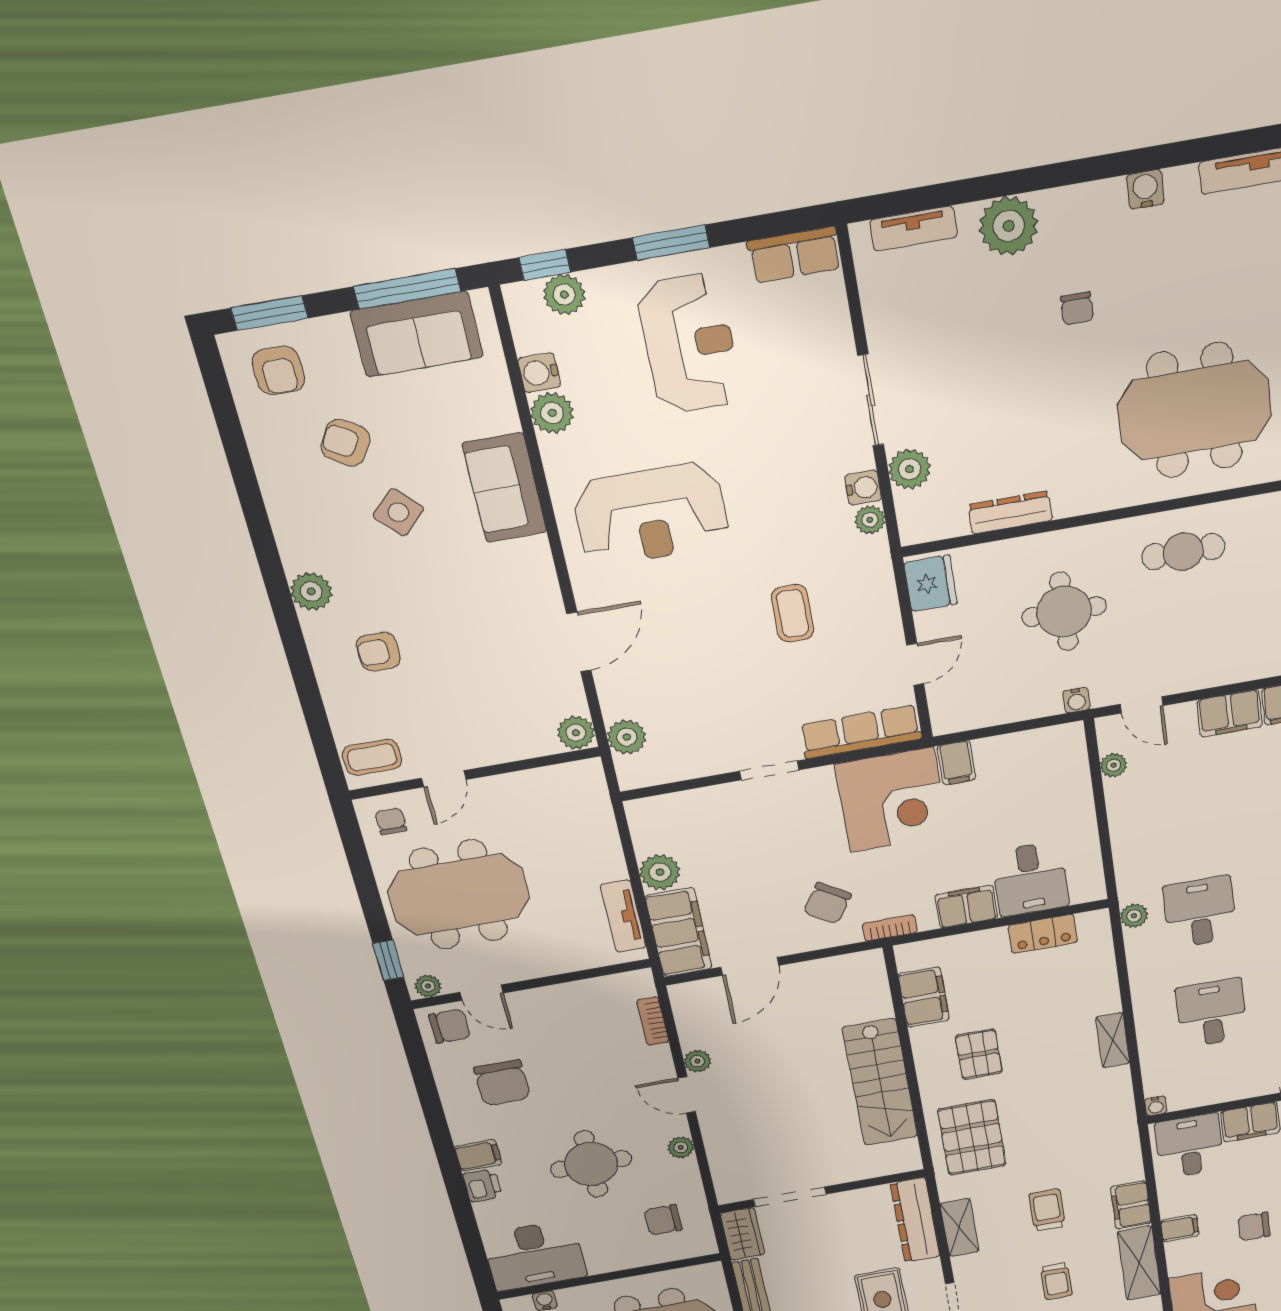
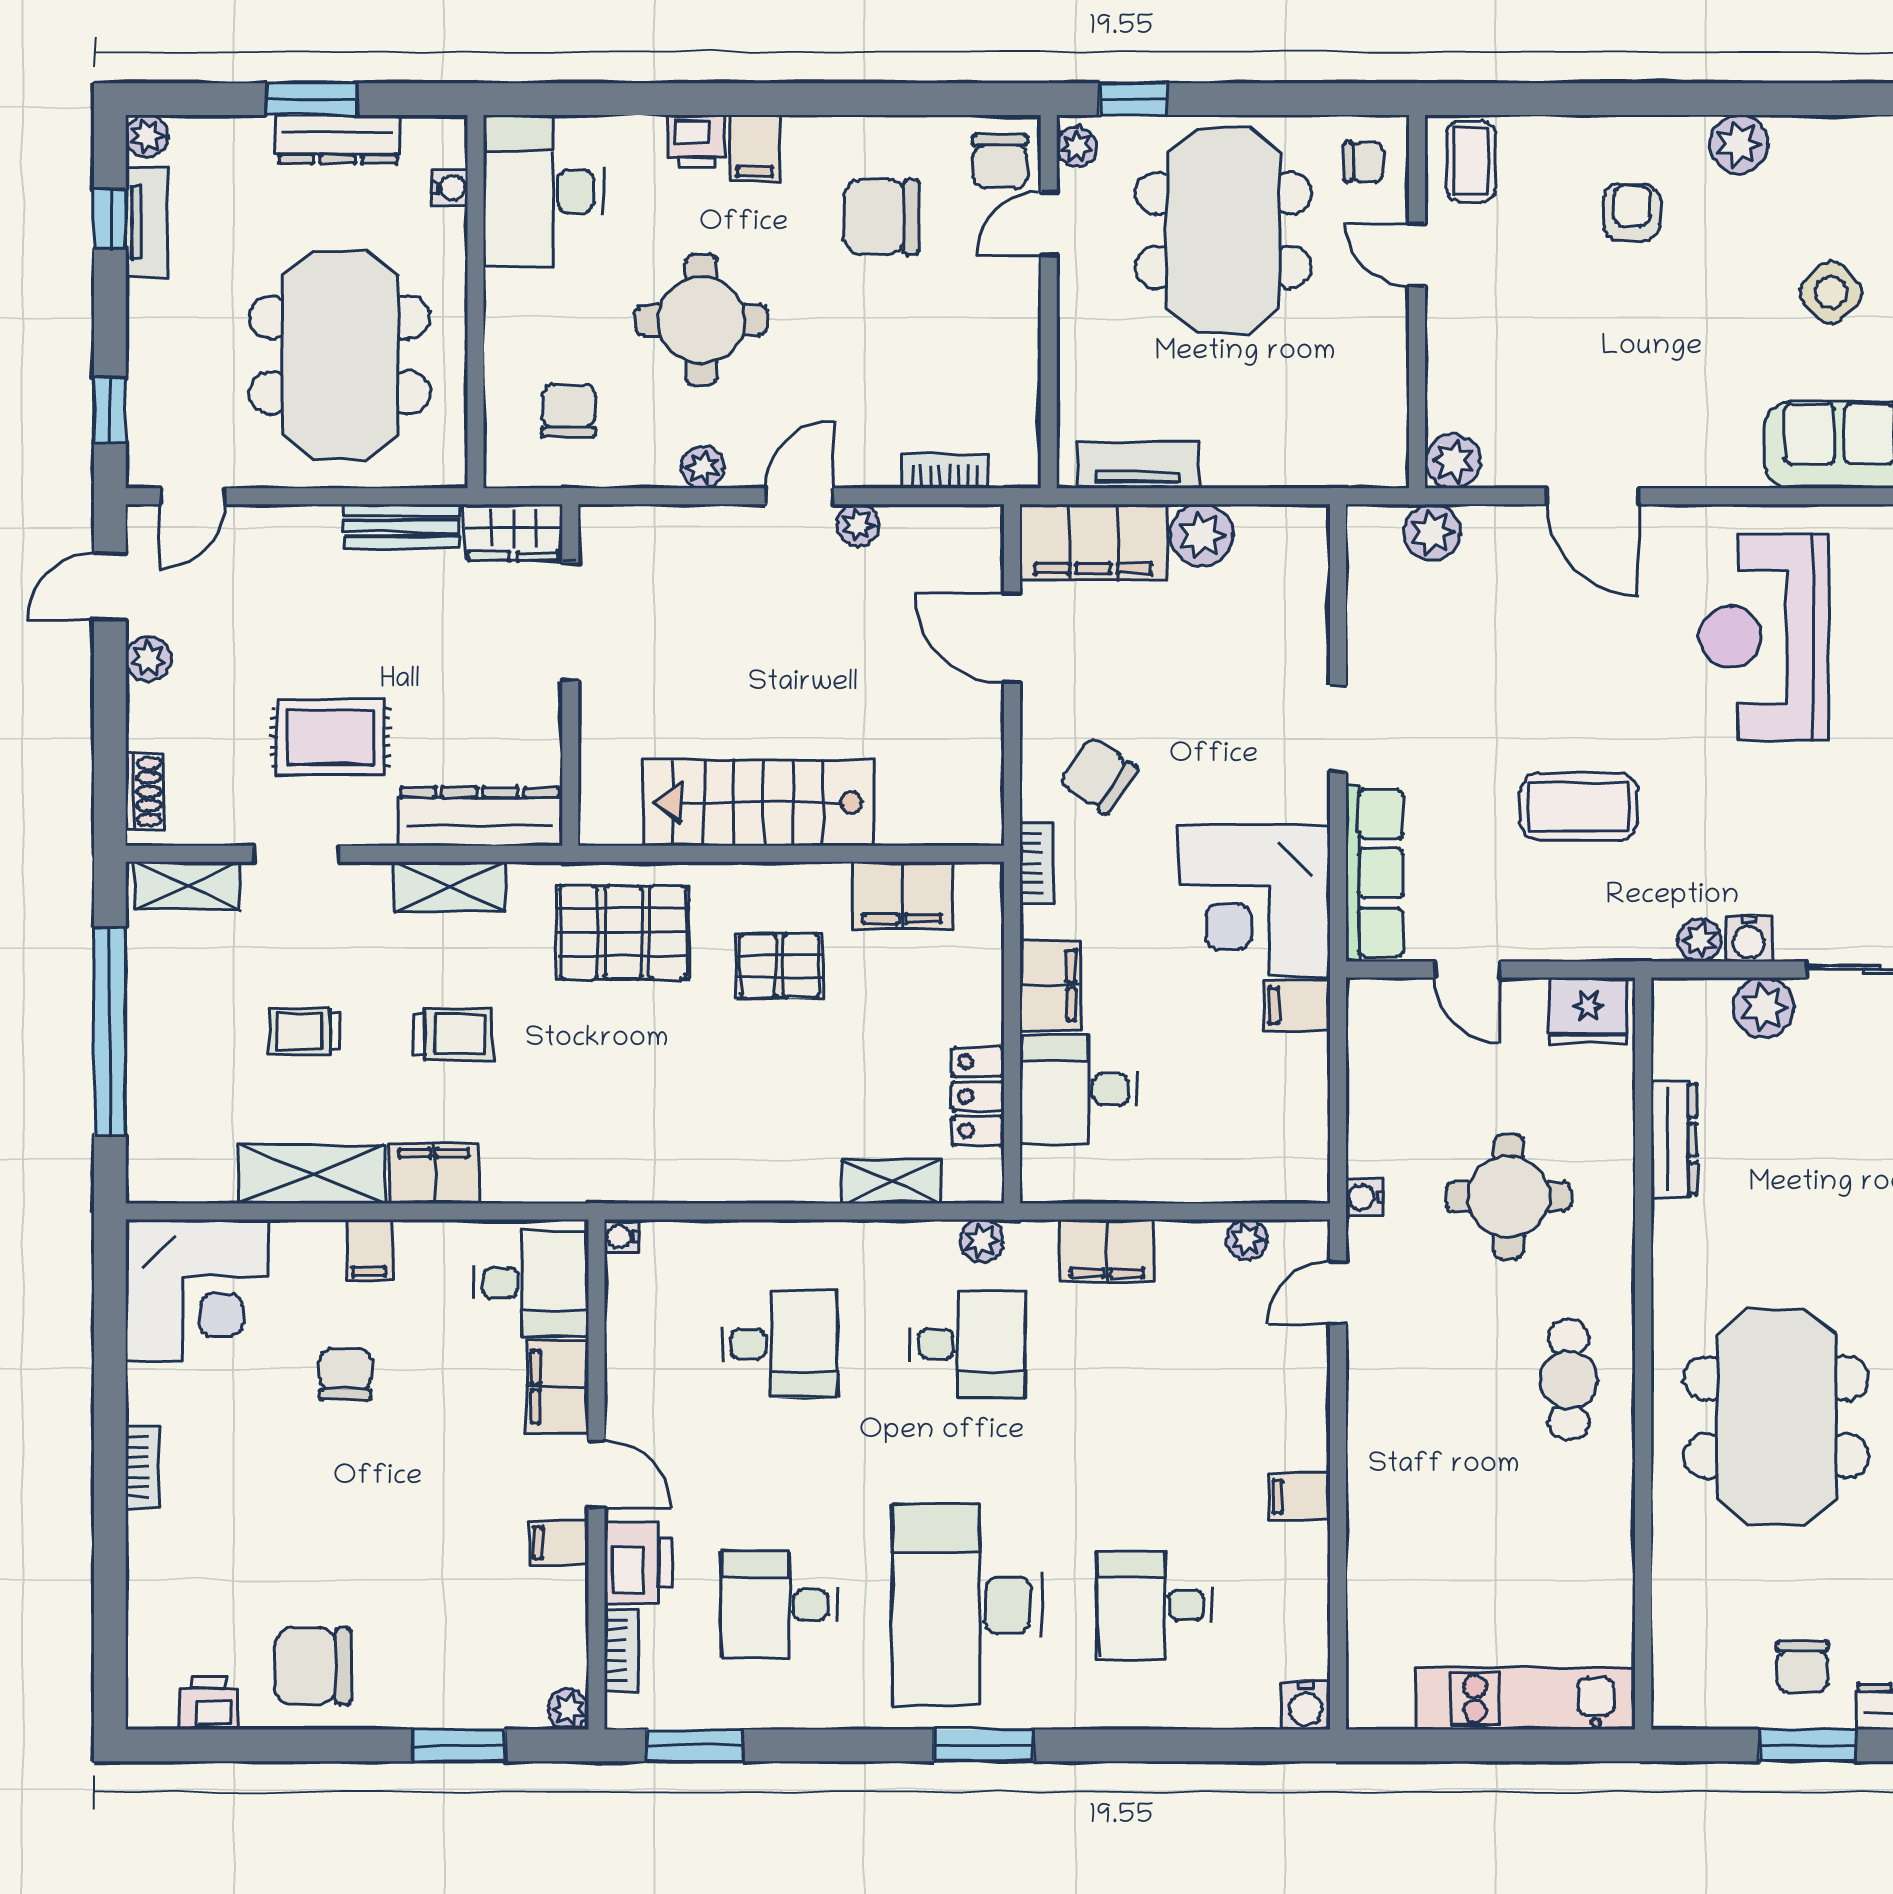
coffee table: (793, 613) -> (1579, 807), width x1.36, depth x1.30
filing cabinet: (1230, 713) -> (1107, 1251), moved, turned -90
shelving: (1113, 1040) -> (892, 1181), moved

